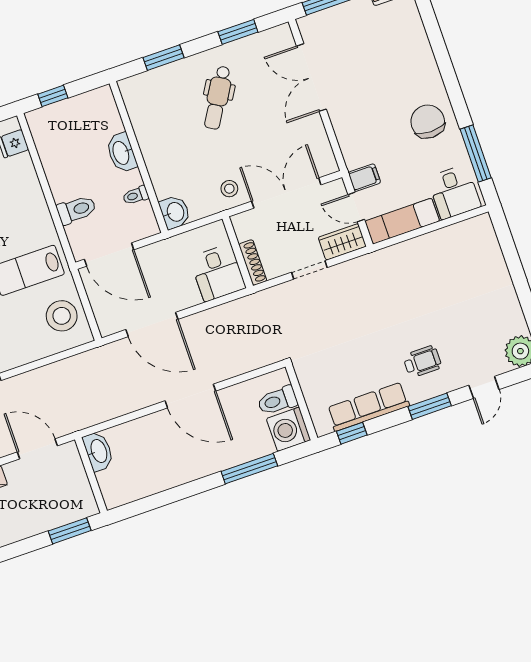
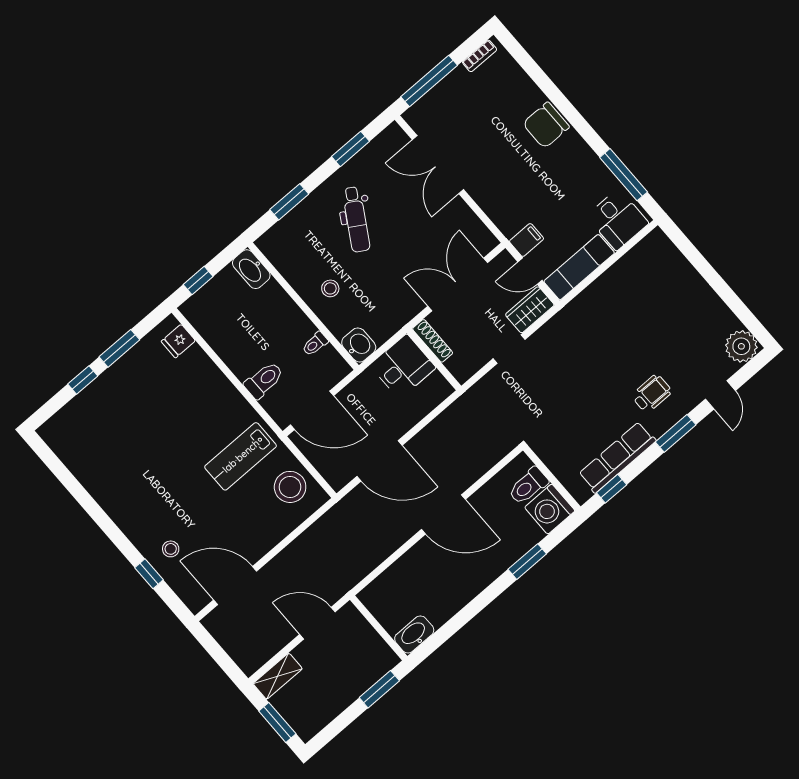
chair: (428, 122) -> (546, 125), moved, turned -90
washbasin: (121, 153) -> (251, 269), moved
stool: (229, 189) -> (330, 288), moved
shoe rack: (253, 263) -> (433, 341), moved
desk: (218, 273) -> (403, 367), moved, turned -90
washbasin: (98, 451) -> (414, 634), moved, turned -90
window: (249, 469) -> (527, 562), width x0.69

